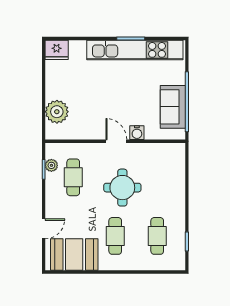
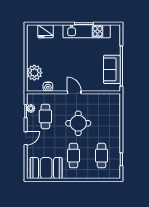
fridge: (57, 50) -> (45, 31), moved
kitchen unit: (135, 50) -> (87, 31), width x0.73
water cooler: (137, 133) -> (48, 87), moved
door: (44, 229) -> (26, 138), moved

